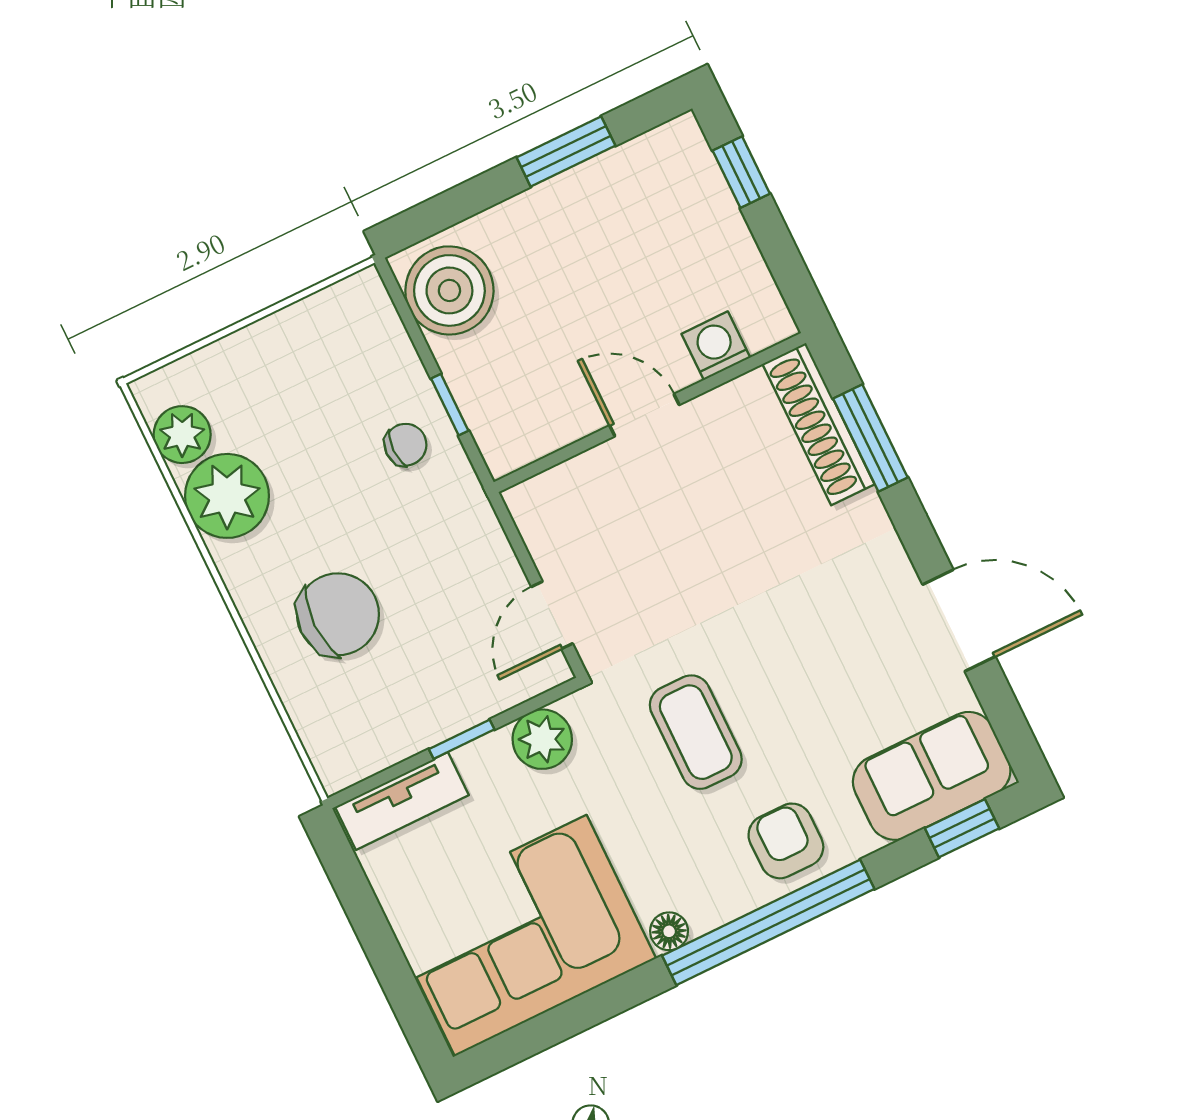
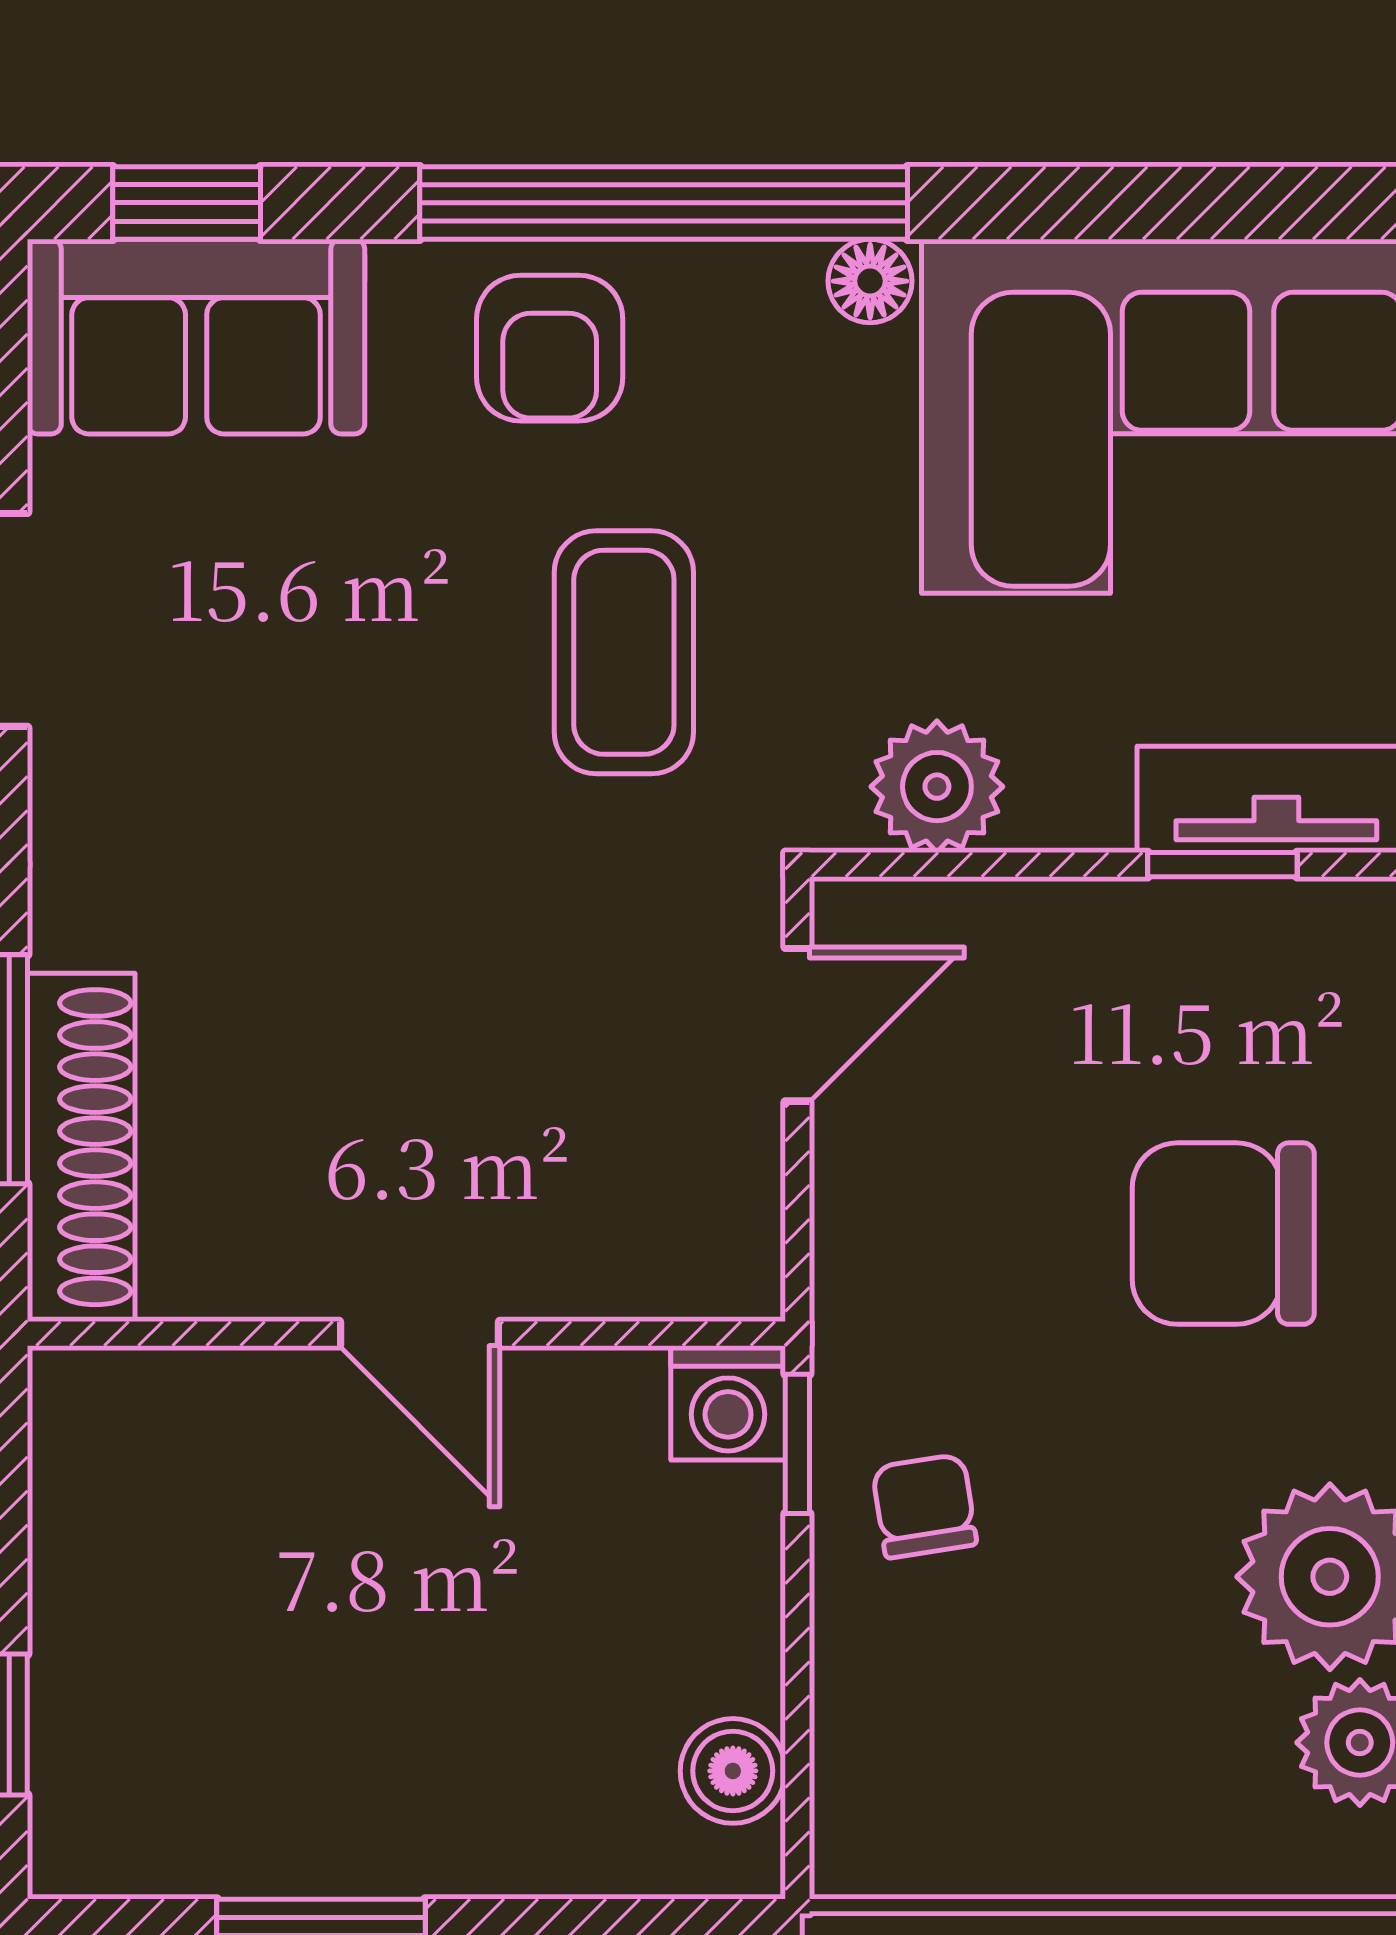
boiler: (449, 290) -> (733, 1771), width x0.54, depth x0.54
washing machine: (716, 346) -> (728, 1403), moved
window: (450, 405) -> (797, 1444), moved
chair: (406, 445) -> (924, 1506), turned 81
window: (462, 739) -> (1222, 865), moved

